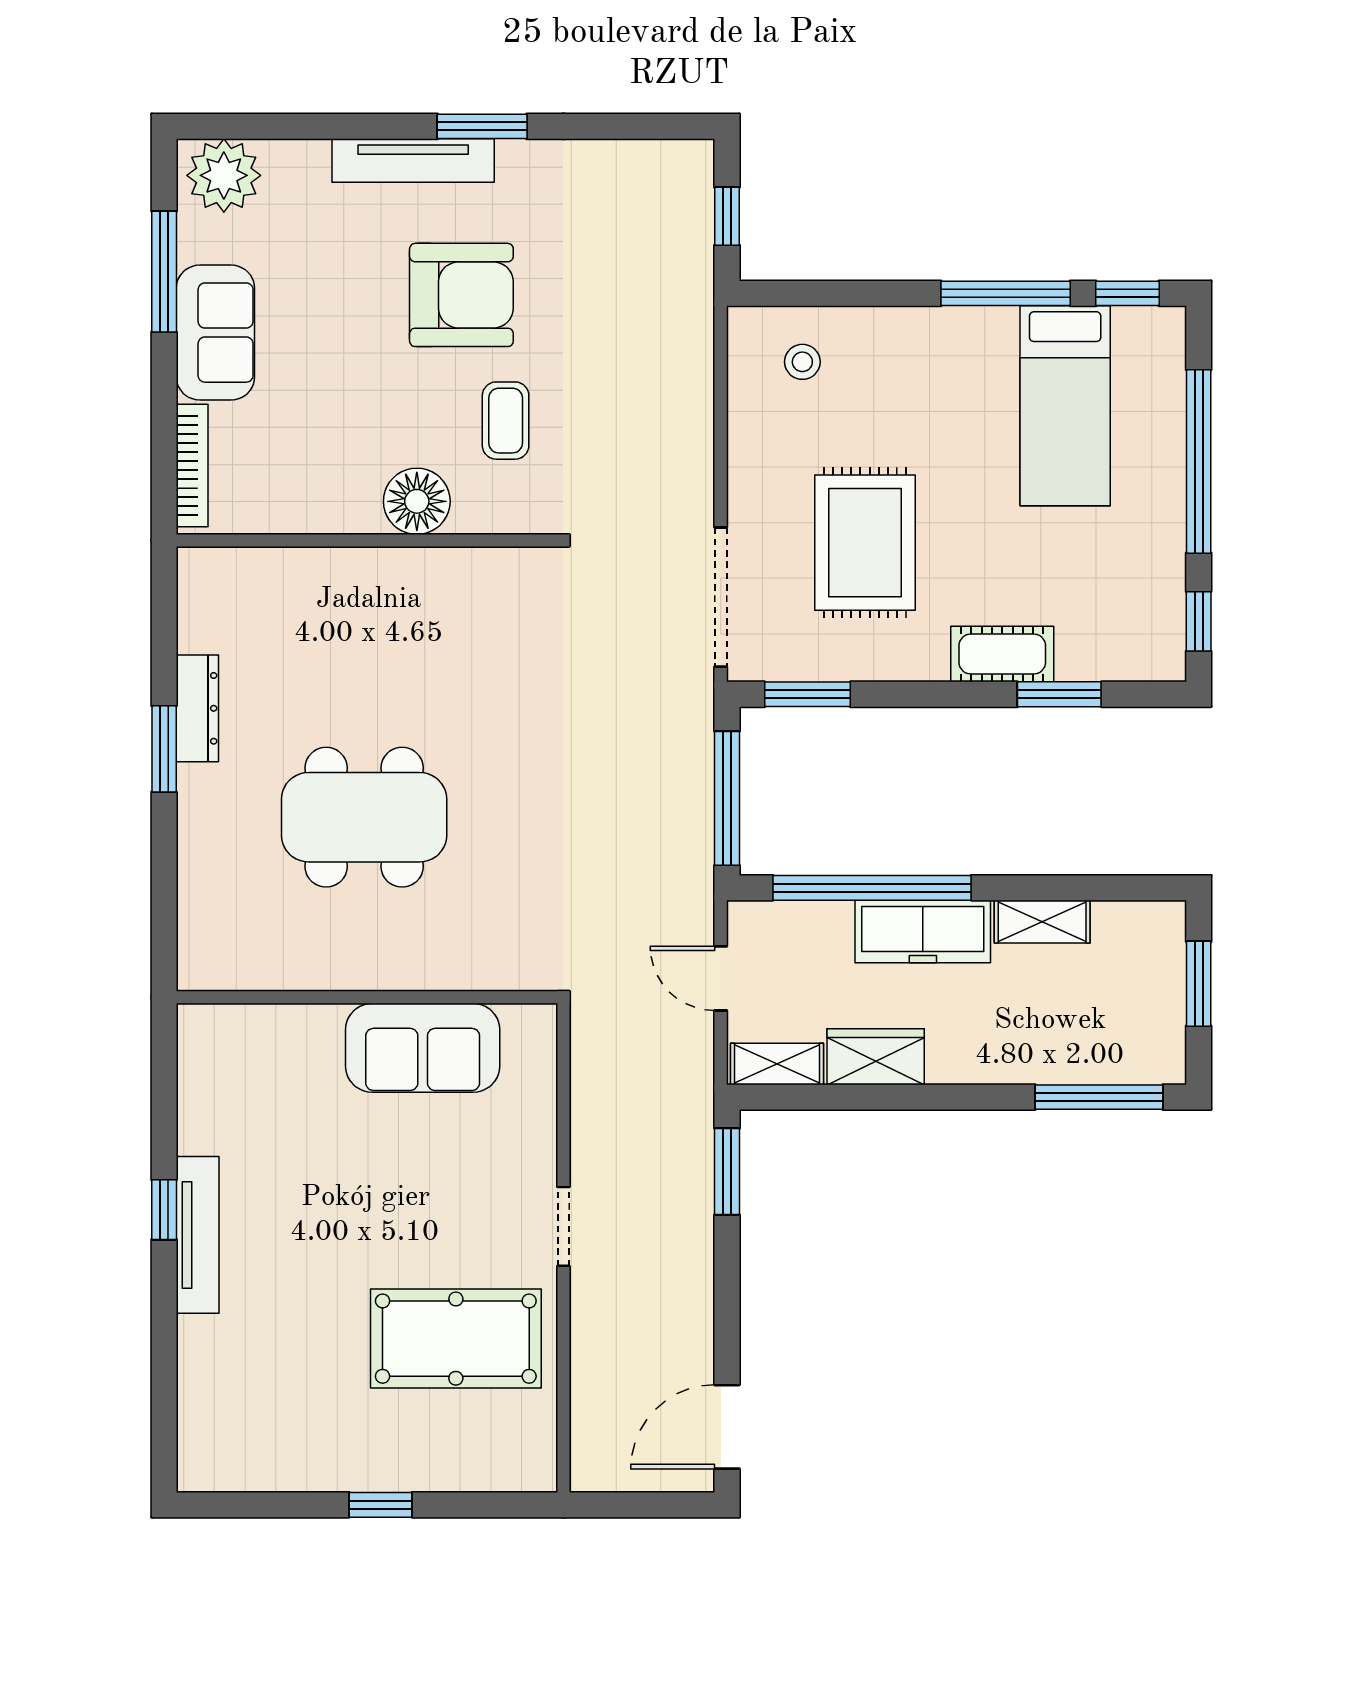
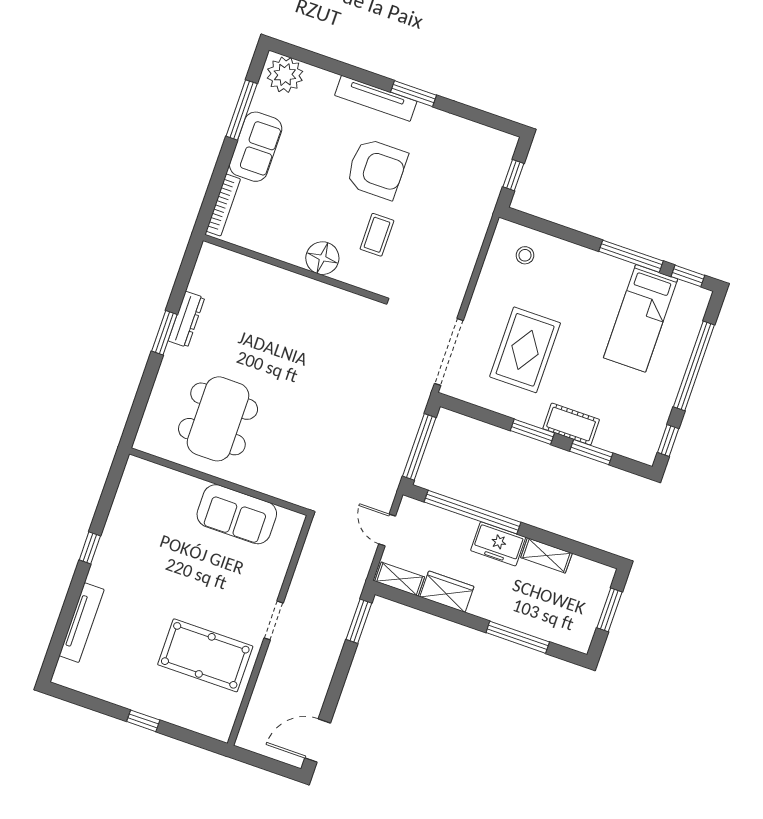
window: (807, 694) -> (532, 432), moved
dining table: (364, 817) -> (218, 419), moved, turned 90
freezer: (923, 931) -> (498, 544), width x0.71
window: (1099, 1097) -> (518, 637), moved
tv unit: (198, 1235) -> (82, 623), moved

